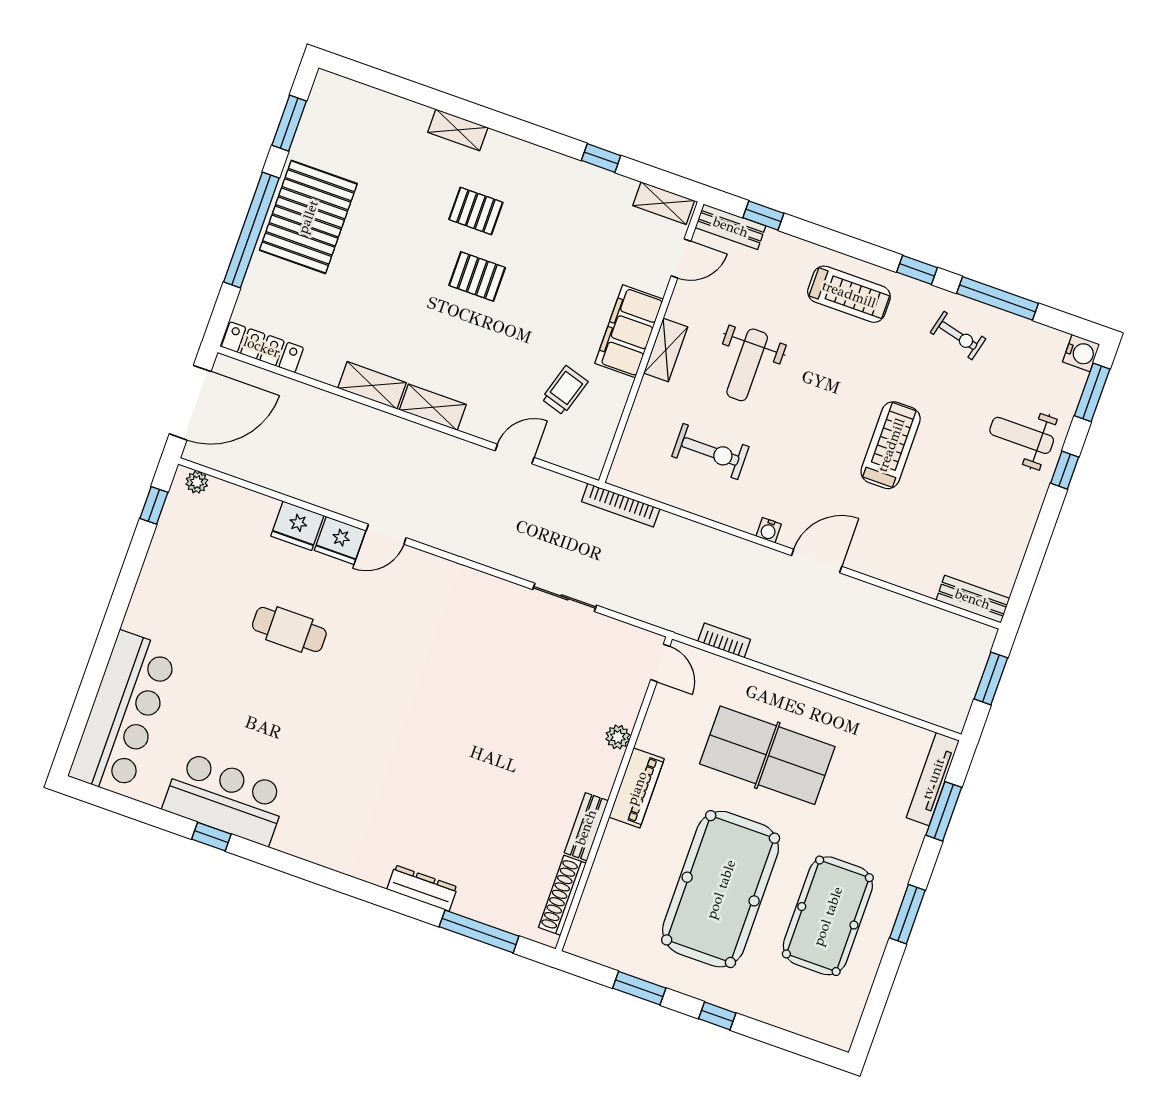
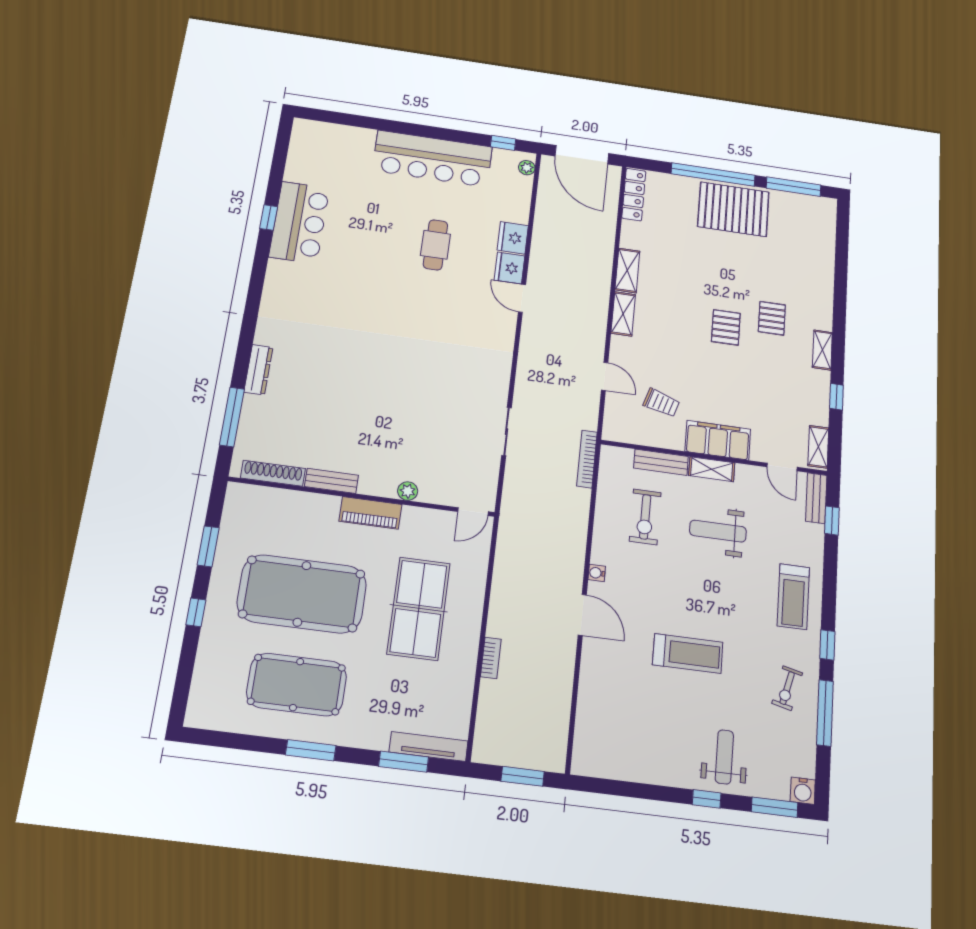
window: (289, 123) -> (793, 187), width x1.44
shelving: (458, 130) -> (822, 350), moved
bench: (973, 599) -> (661, 462), moved, turned 90
bookcase: (724, 640) -> (491, 658), moved
bar counter: (123, 713) -> (432, 159), moved

